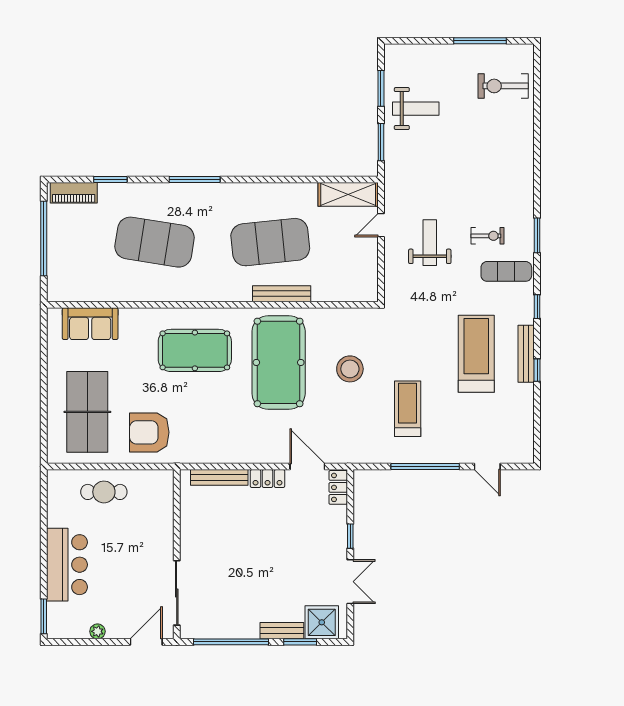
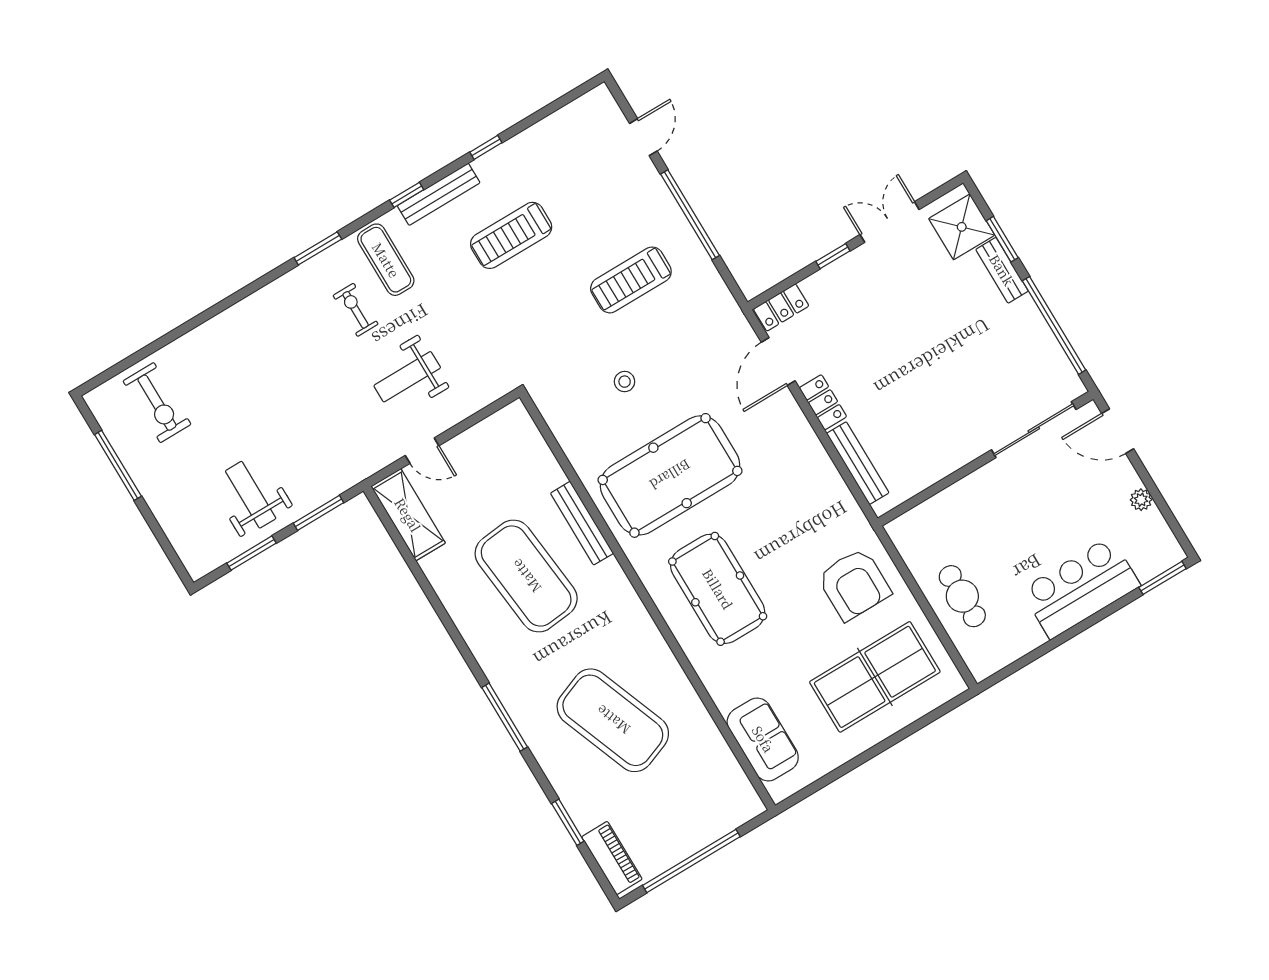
exercise mat: (155, 242) -> (613, 720), turned -30
treadmill: (476, 354) -> (511, 235), width x0.73, depth x0.73
bench: (526, 354) -> (439, 194), moved
stool: (350, 369) -> (625, 382), width x0.53, depth x0.53

